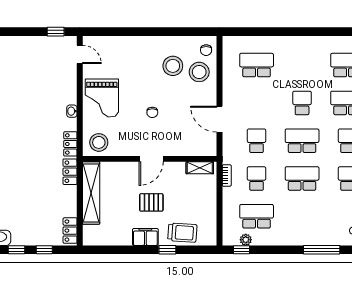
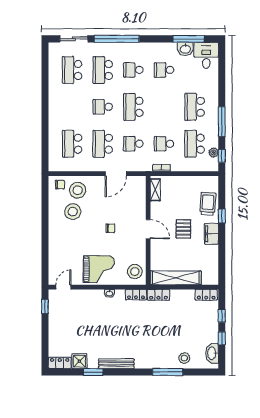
school desk: (257, 103) -> (103, 144), added
school desk: (302, 178) -> (195, 107), moved
window: (322, 250) -> (222, 122), moved

